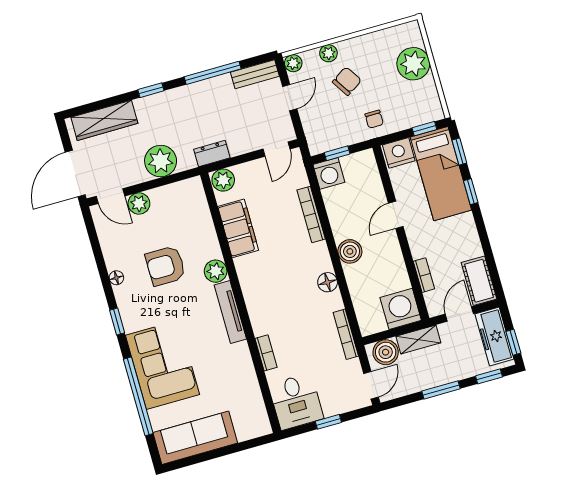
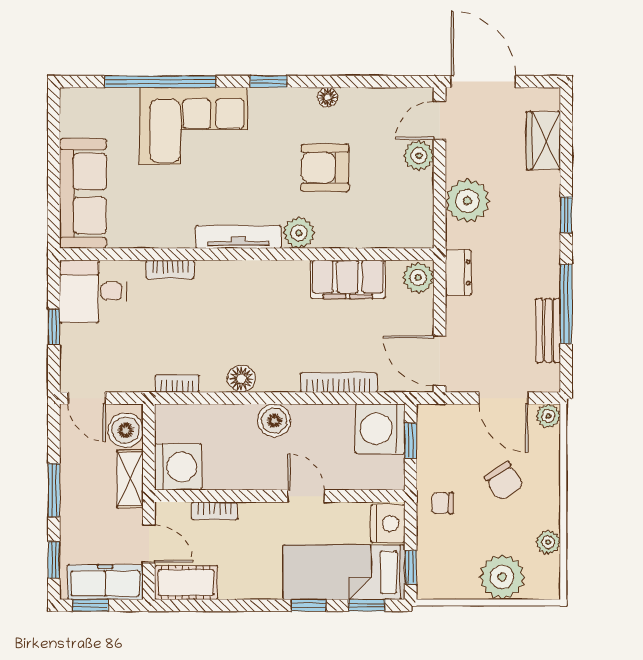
plant: (328, 53) -> (548, 542), moved
bench: (255, 74) -> (548, 330), moved
door: (290, 98) -> (503, 398), width x1.38
wardrobe: (104, 120) -> (543, 141), width x0.67
door: (276, 149) -> (440, 361), width x1.38
washing machine: (329, 173) -> (380, 429), width x1.37, depth x1.37
armchair: (166, 266) -> (325, 168), turned -90
bookcase: (346, 334) -> (177, 384), width x0.64
sofa: (195, 438) -> (83, 194), moved

